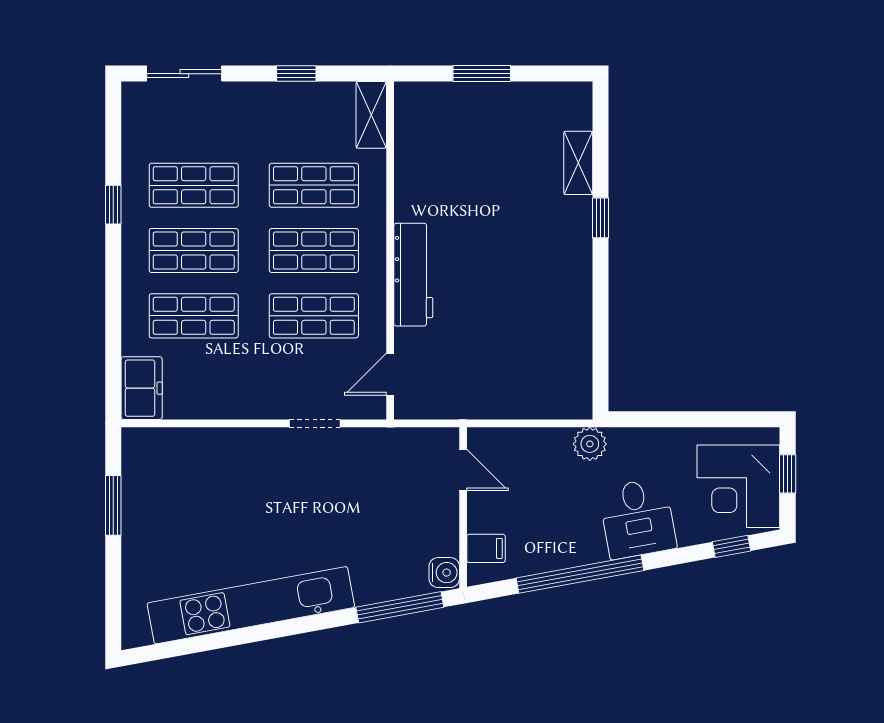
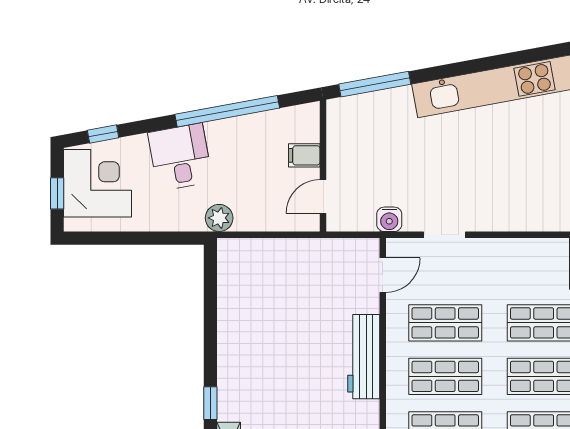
door: (463, 470) -> (323, 197), hinge flipped
filing cabinet: (486, 548) -> (304, 155), moved
water cooler: (444, 573) -> (389, 219), moved, turned -90

